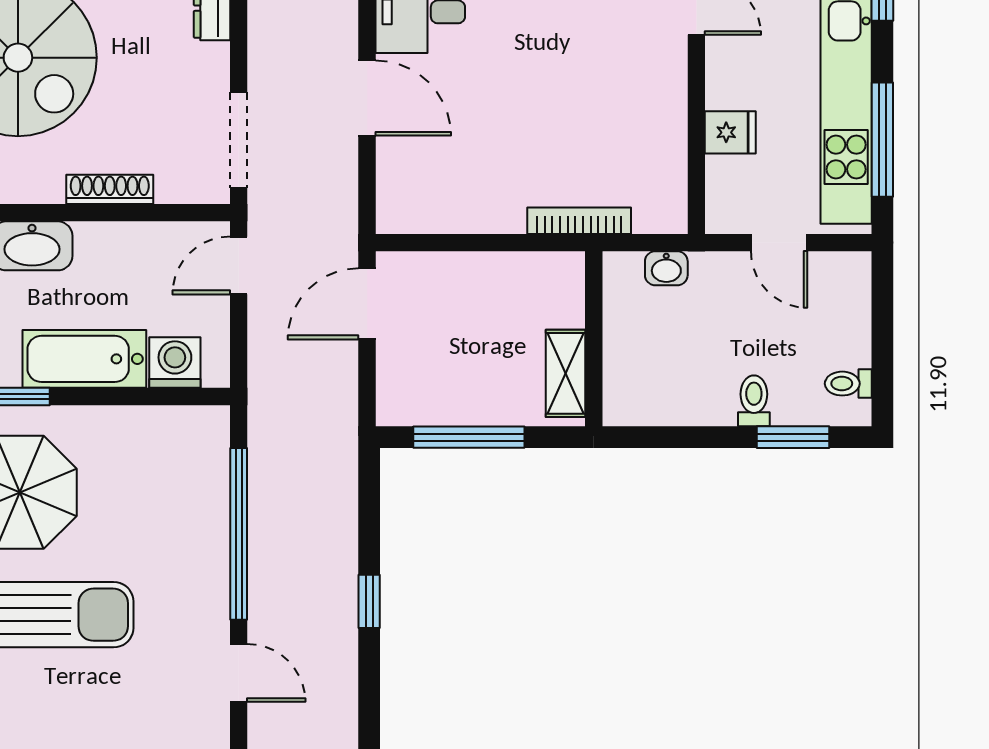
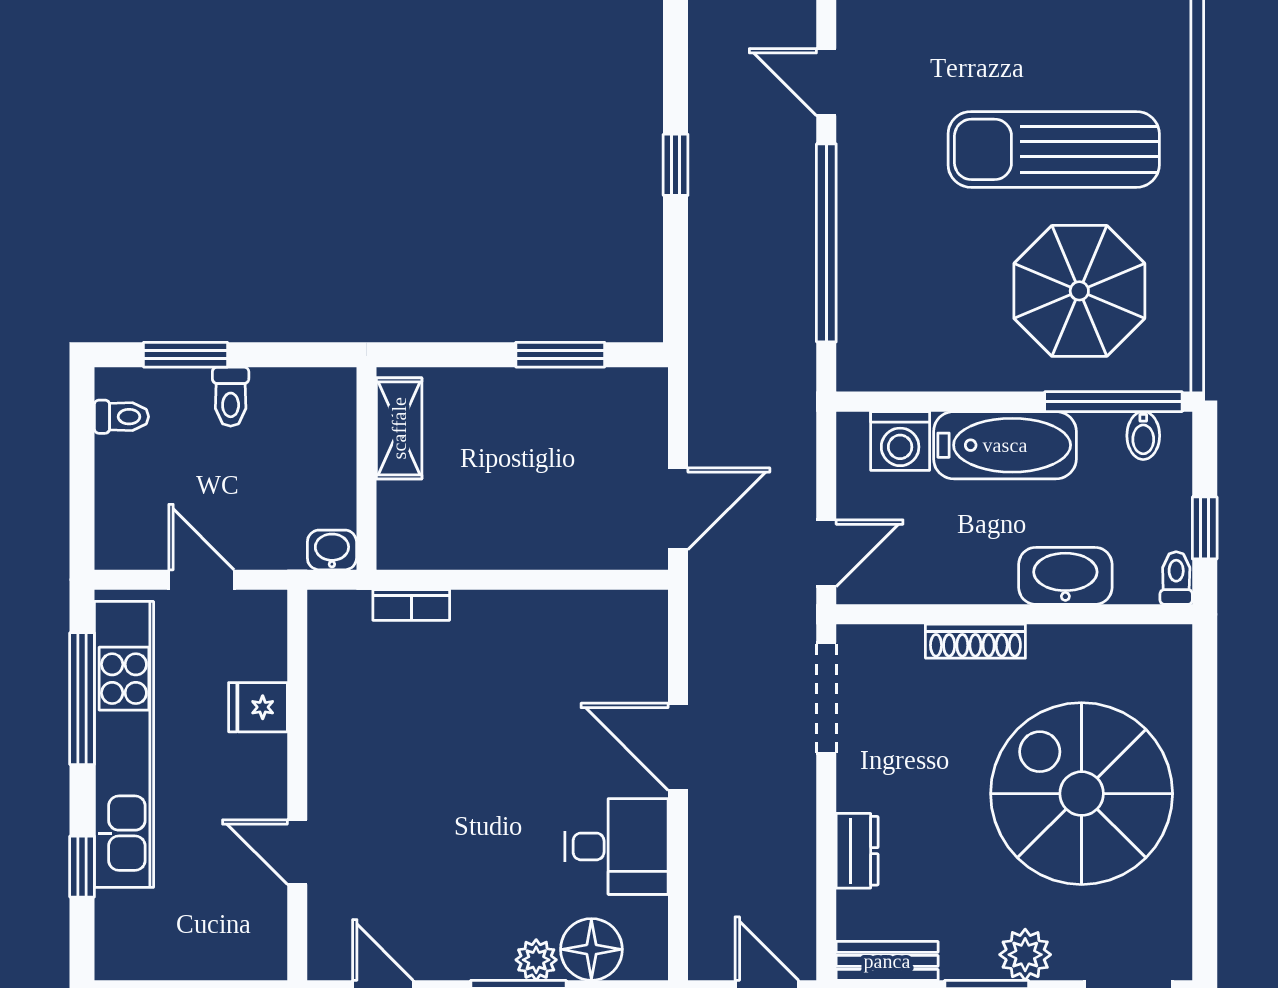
bookcase: (579, 221) -> (411, 605), width x0.64
wall: (594, 339) -> (366, 468), moved
shelving: (565, 373) -> (399, 428), moved
window: (469, 437) -> (560, 355), width x0.69

